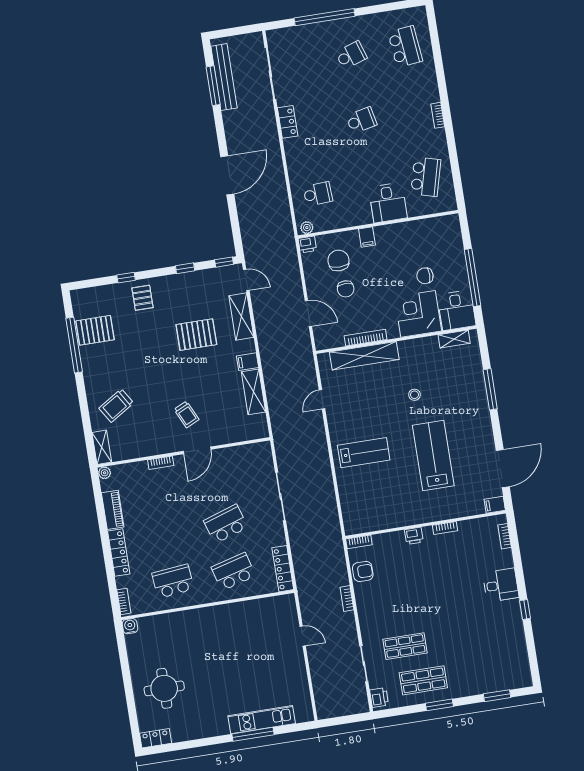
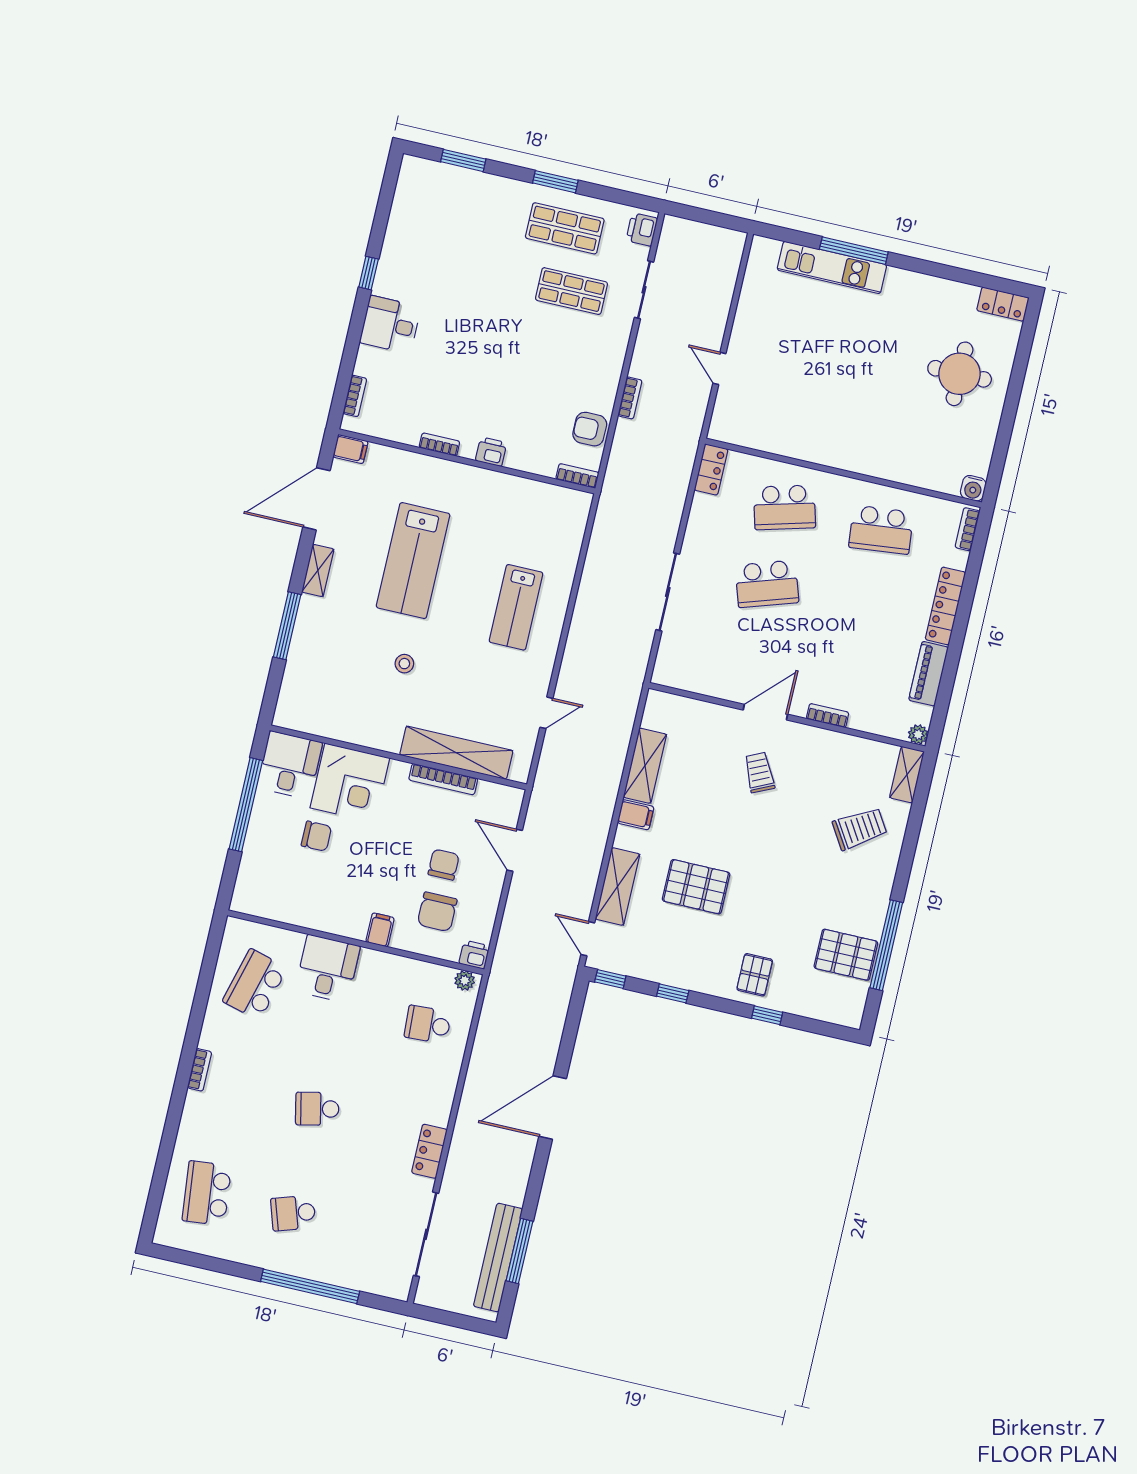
shelving: (454, 339) -> (318, 571), moved, turned 90
lab bench: (364, 453) -> (516, 607), turned -90
locker: (283, 569) -> (711, 470), width x0.66

